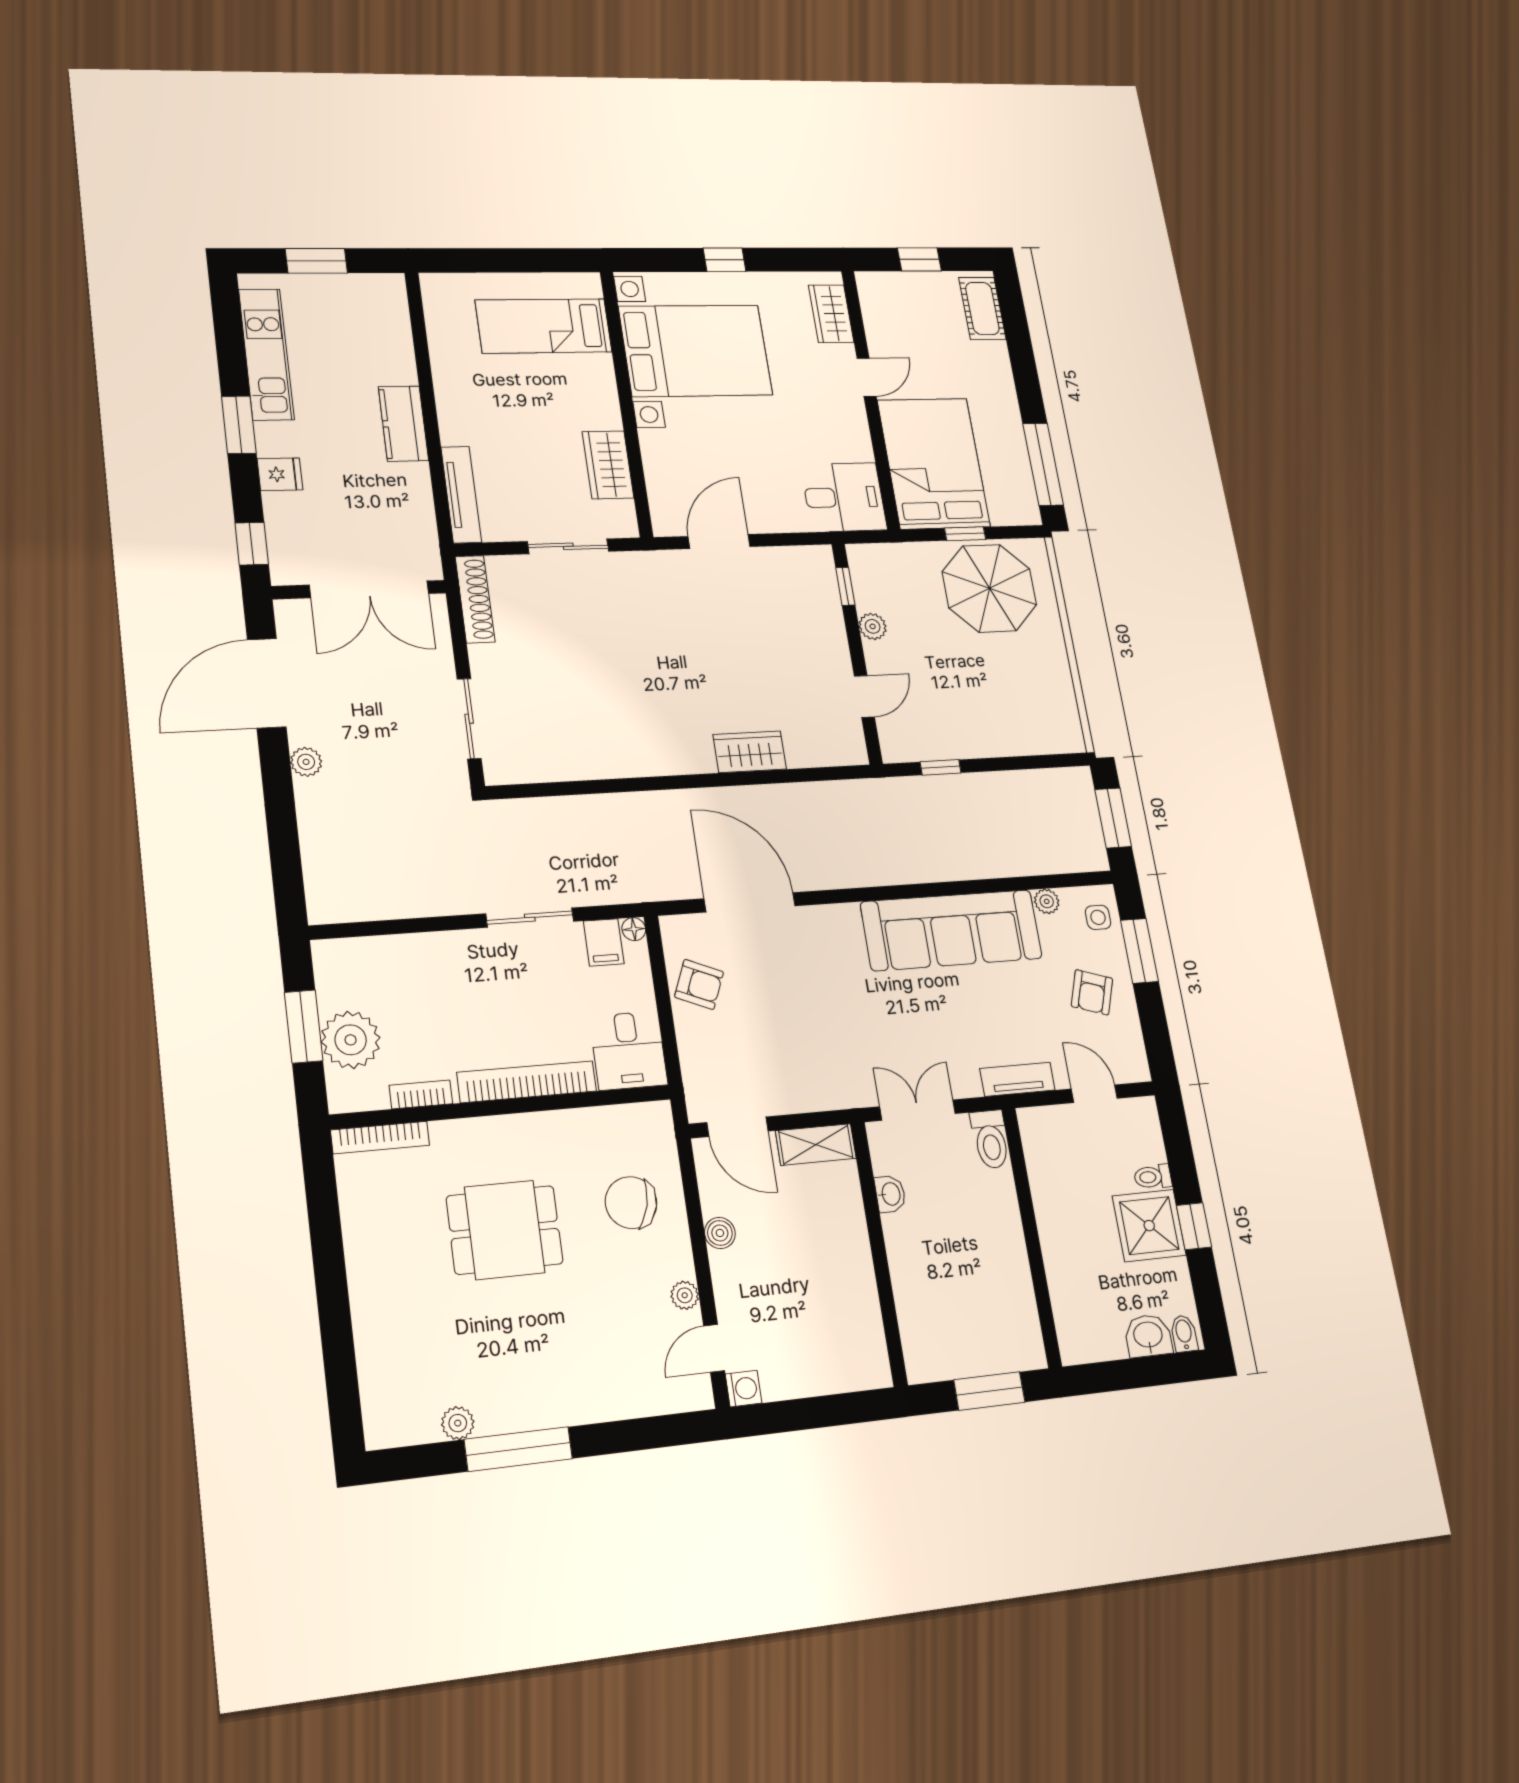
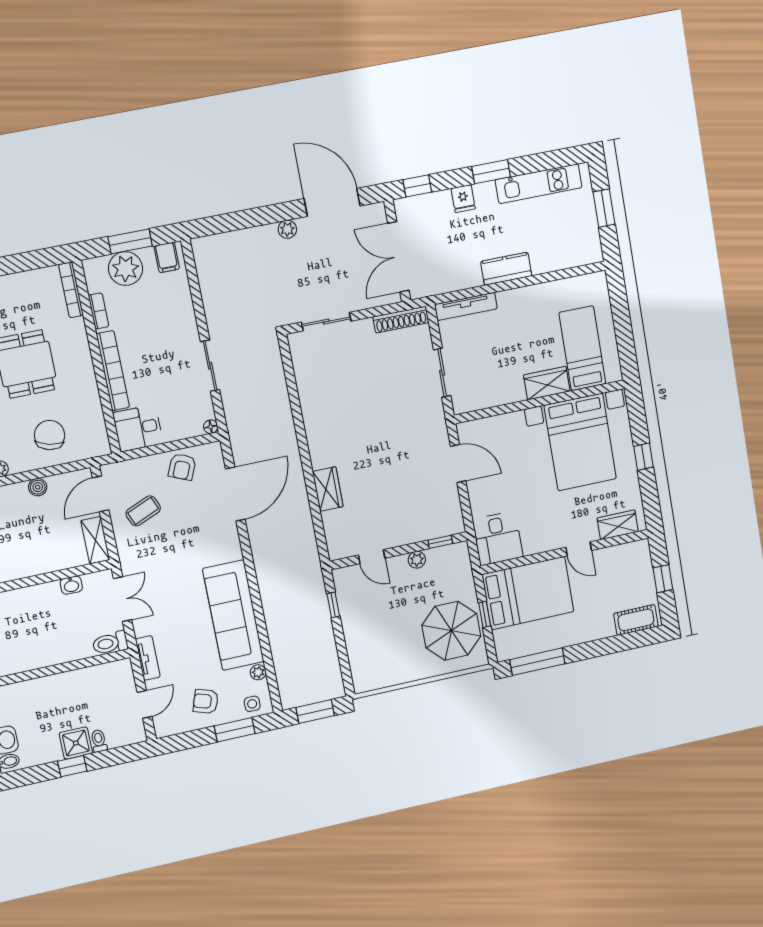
wardrobe: (608, 465) -> (547, 383), moved
filing cabinet: (604, 942) -> (167, 257), moved, turned -90
coffee table: (770, 1058) -> (143, 511), added
shower: (1149, 1226) -> (76, 743), width x0.73, depth x0.73

